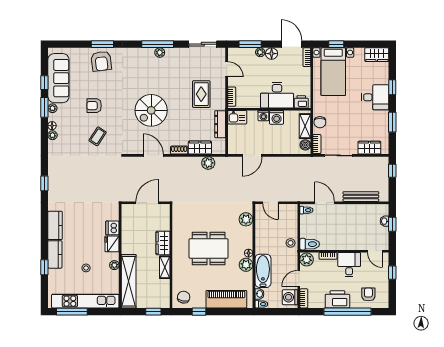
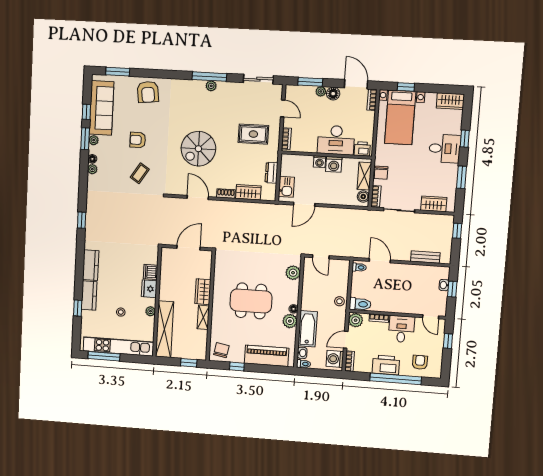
window: (102, 44) -> (118, 72), moved
rug: (201, 94) -> (253, 134), turned 90
kitchen sink: (237, 117) -> (286, 187), moved, turned -90
dresser: (220, 124) -> (271, 173), width x0.70
plant: (208, 163) -> (256, 209), removed
bench: (361, 197) -> (425, 257), width x0.73

